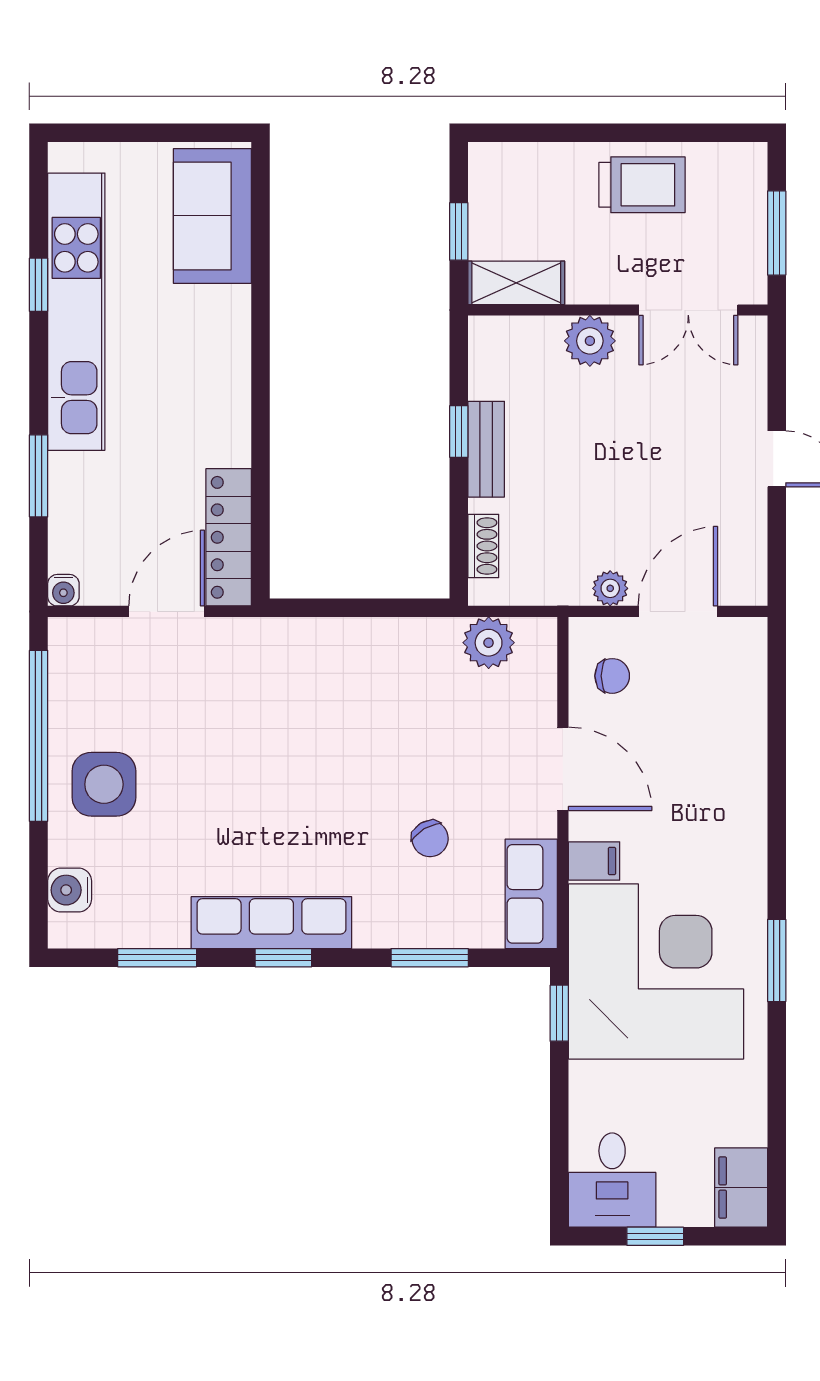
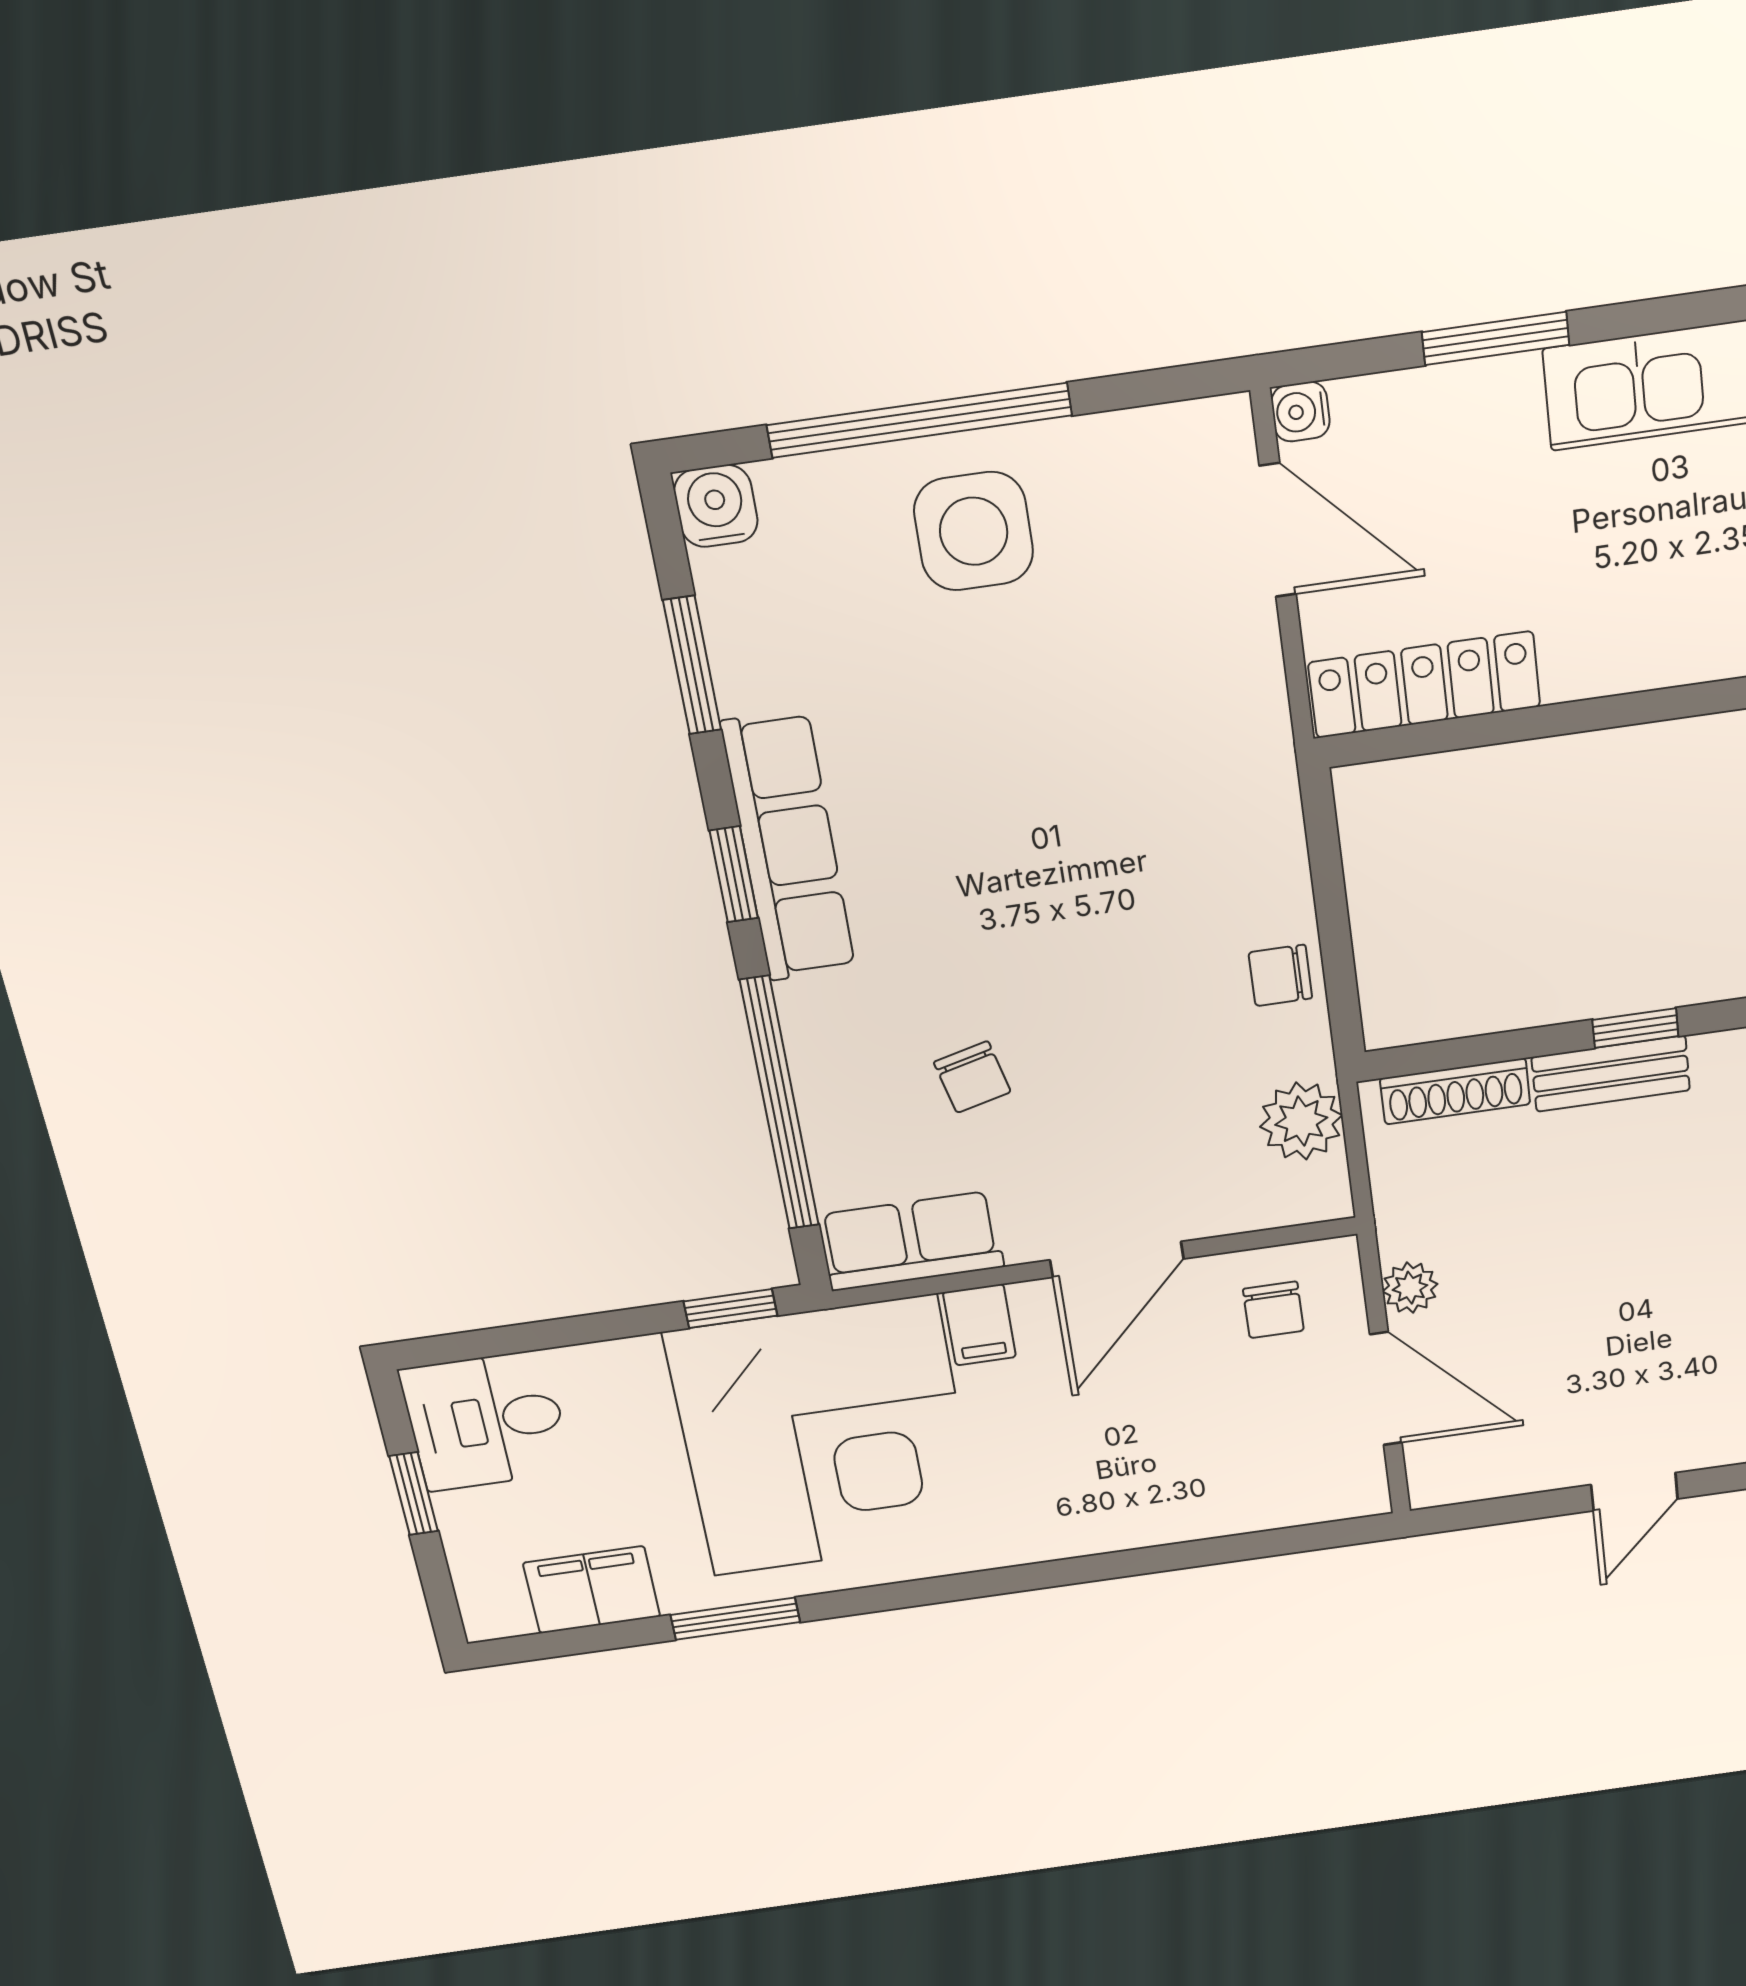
shoe rack: (483, 546) -> (1455, 1091), width x1.43
door: (167, 611) -> (1278, 530), moved
chair: (393, 644) -> (1280, 975), added
window: (39, 736) -> (919, 420), moved
chair: (430, 839) -> (972, 1077), turned -73
water cooler: (70, 890) -> (716, 506), moved
window: (430, 958) -> (780, 1104), width x2.11
window: (777, 960) -> (735, 1619), moved
filing cabinet: (741, 1188) -> (592, 1590), moved

